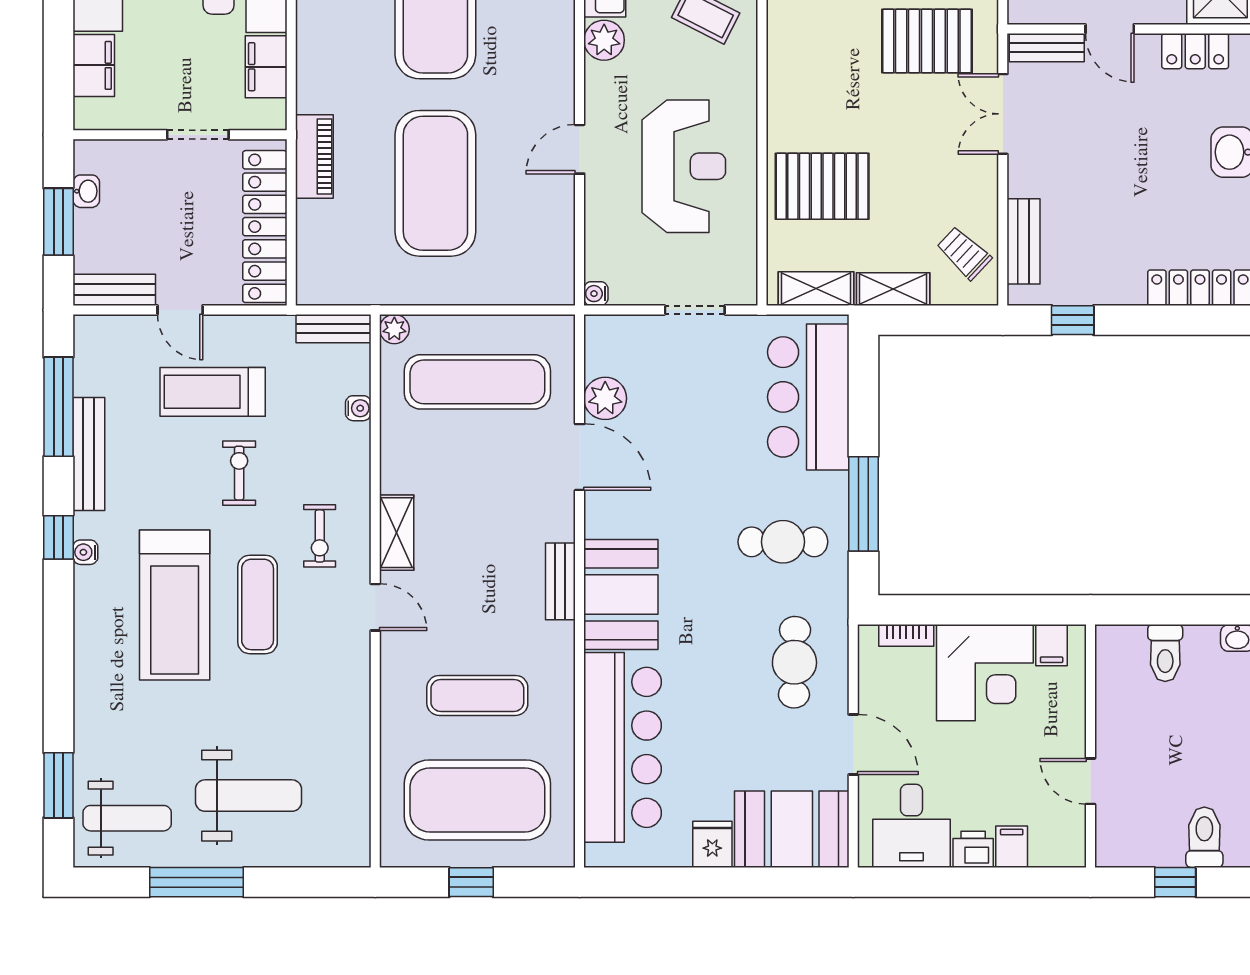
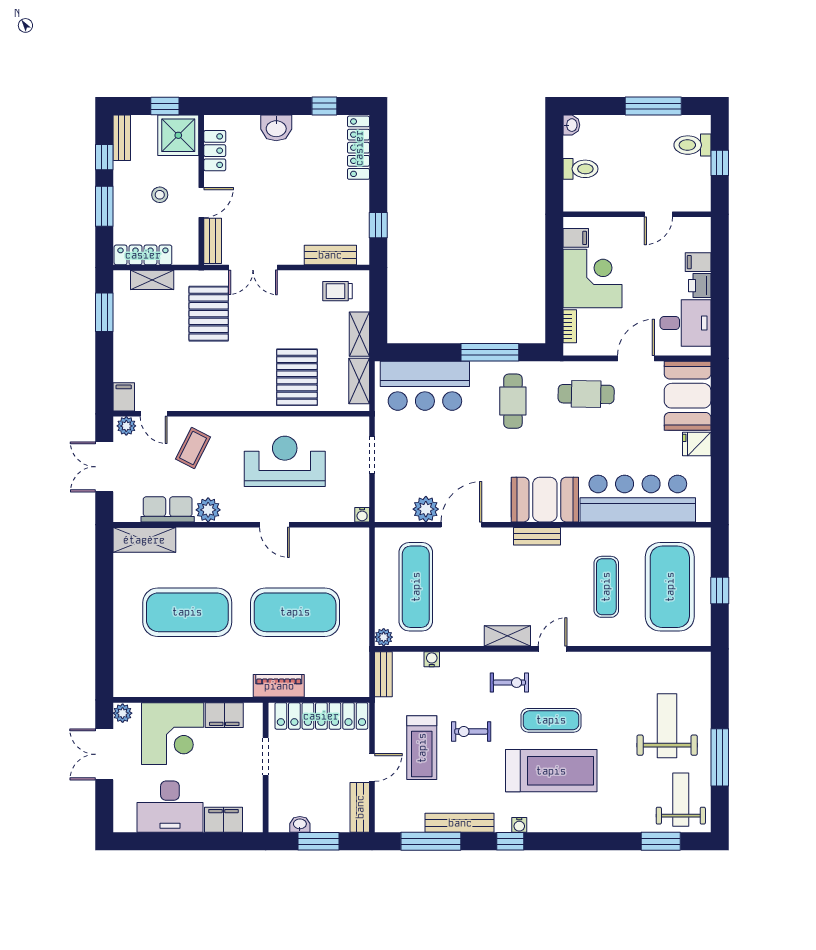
trolley: (964, 253) -> (338, 291), turned 47

